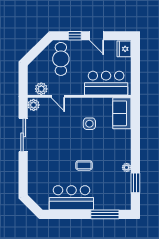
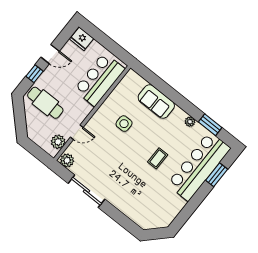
sofa: (122, 113) -> (156, 102), moved
bar counter: (71, 198) -> (199, 166), moved, width x1.36
window: (105, 214) -> (217, 175), width x0.69

